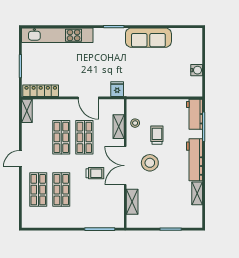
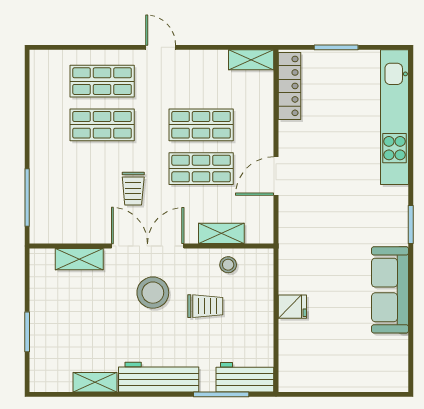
water cooler: (197, 70) -> (328, 381), removed
fridge: (117, 89) -> (292, 307), moved

